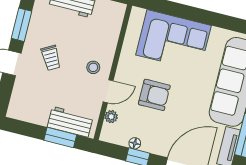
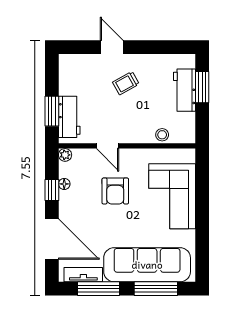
window: (22, 25) -> (150, 47), removed
stool: (93, 67) -> (162, 135), moved
plant: (111, 117) -> (65, 155), moved

